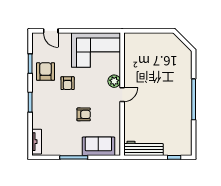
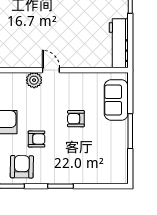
armchair: (46, 71) -> (22, 167), turned 91
armchair: (84, 114) -> (76, 119), turned -90
tv unit: (37, 142) -> (110, 178), removed

